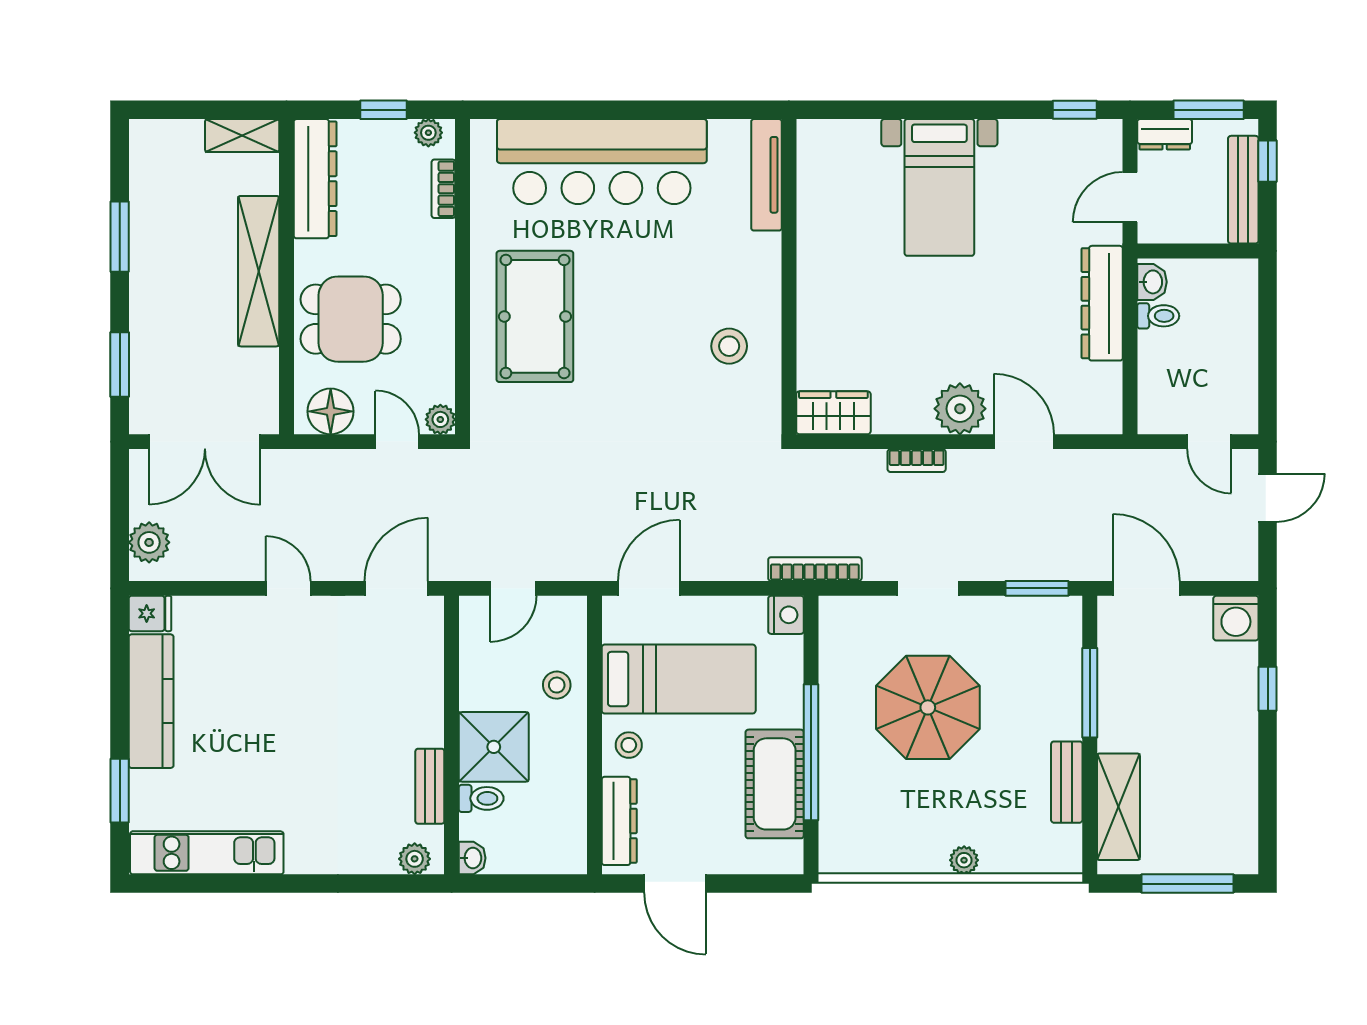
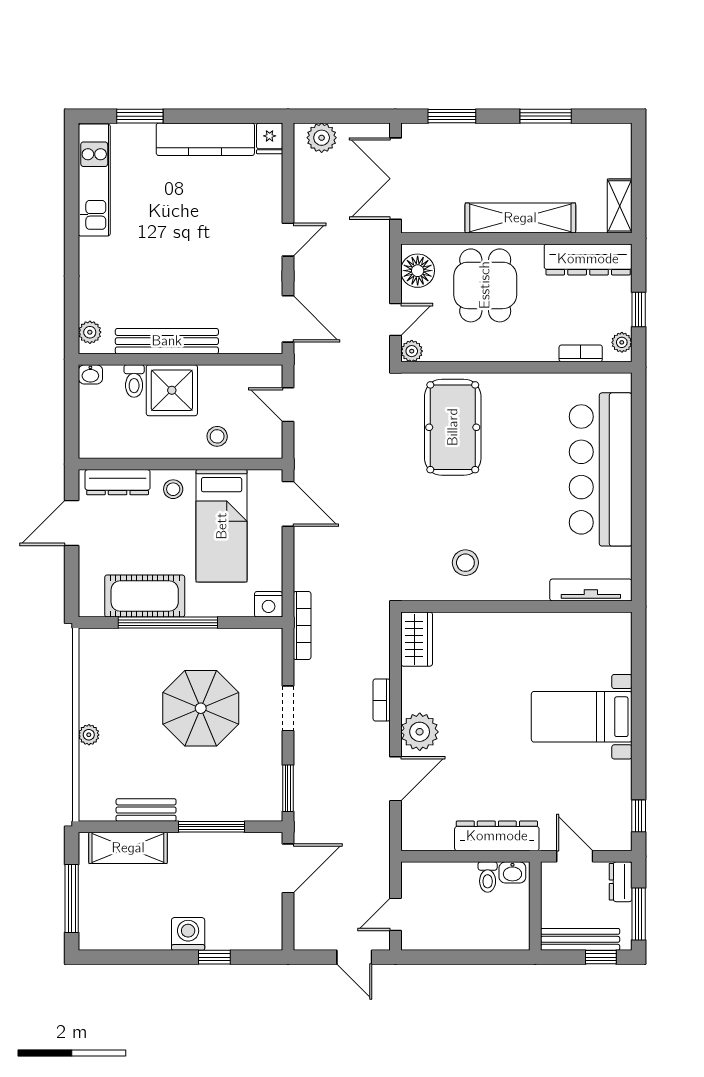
pool table: (535, 316) -> (453, 427), moved, turned 90
washing machine: (1236, 618) -> (188, 934), moved, turned 90
bench: (430, 786) -> (167, 341), width x1.86, depth x1.21

